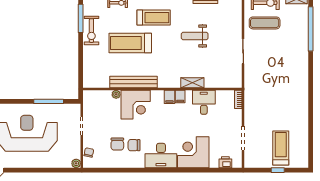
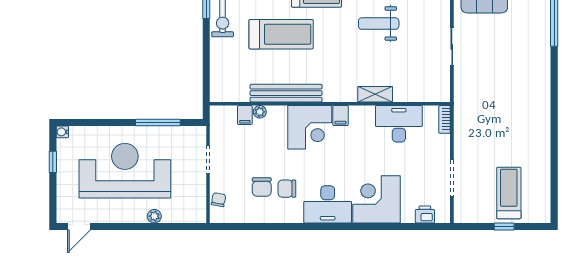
treadmill: (130, 43) -> (281, 34), turned 180
filing cabinet: (180, 96) -> (245, 115), moved
desk: (204, 102) -> (399, 124), width x1.37
corner desk: (136, 105) -> (310, 127), moved
plant: (76, 163) -> (154, 216), moved

